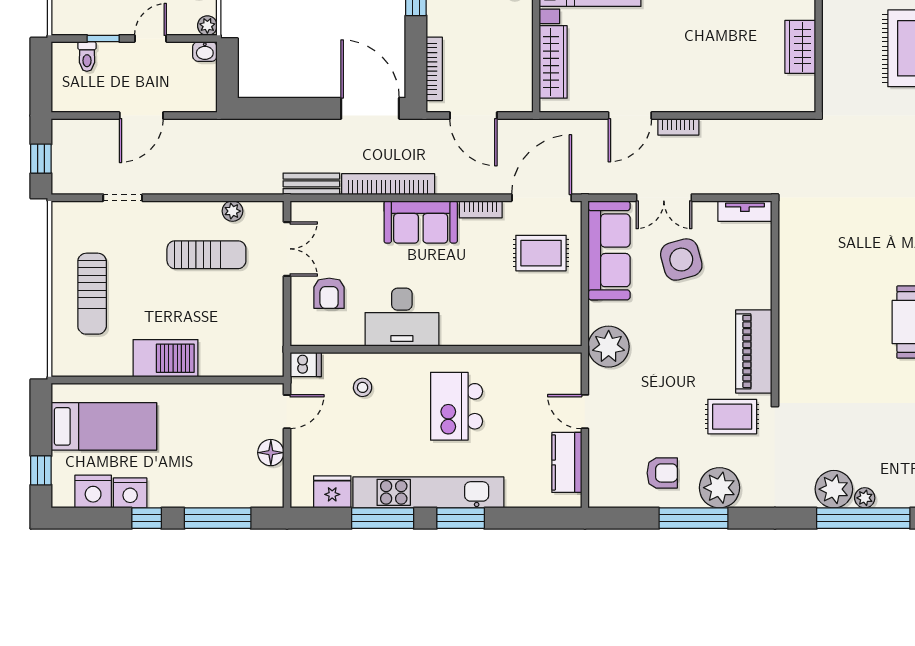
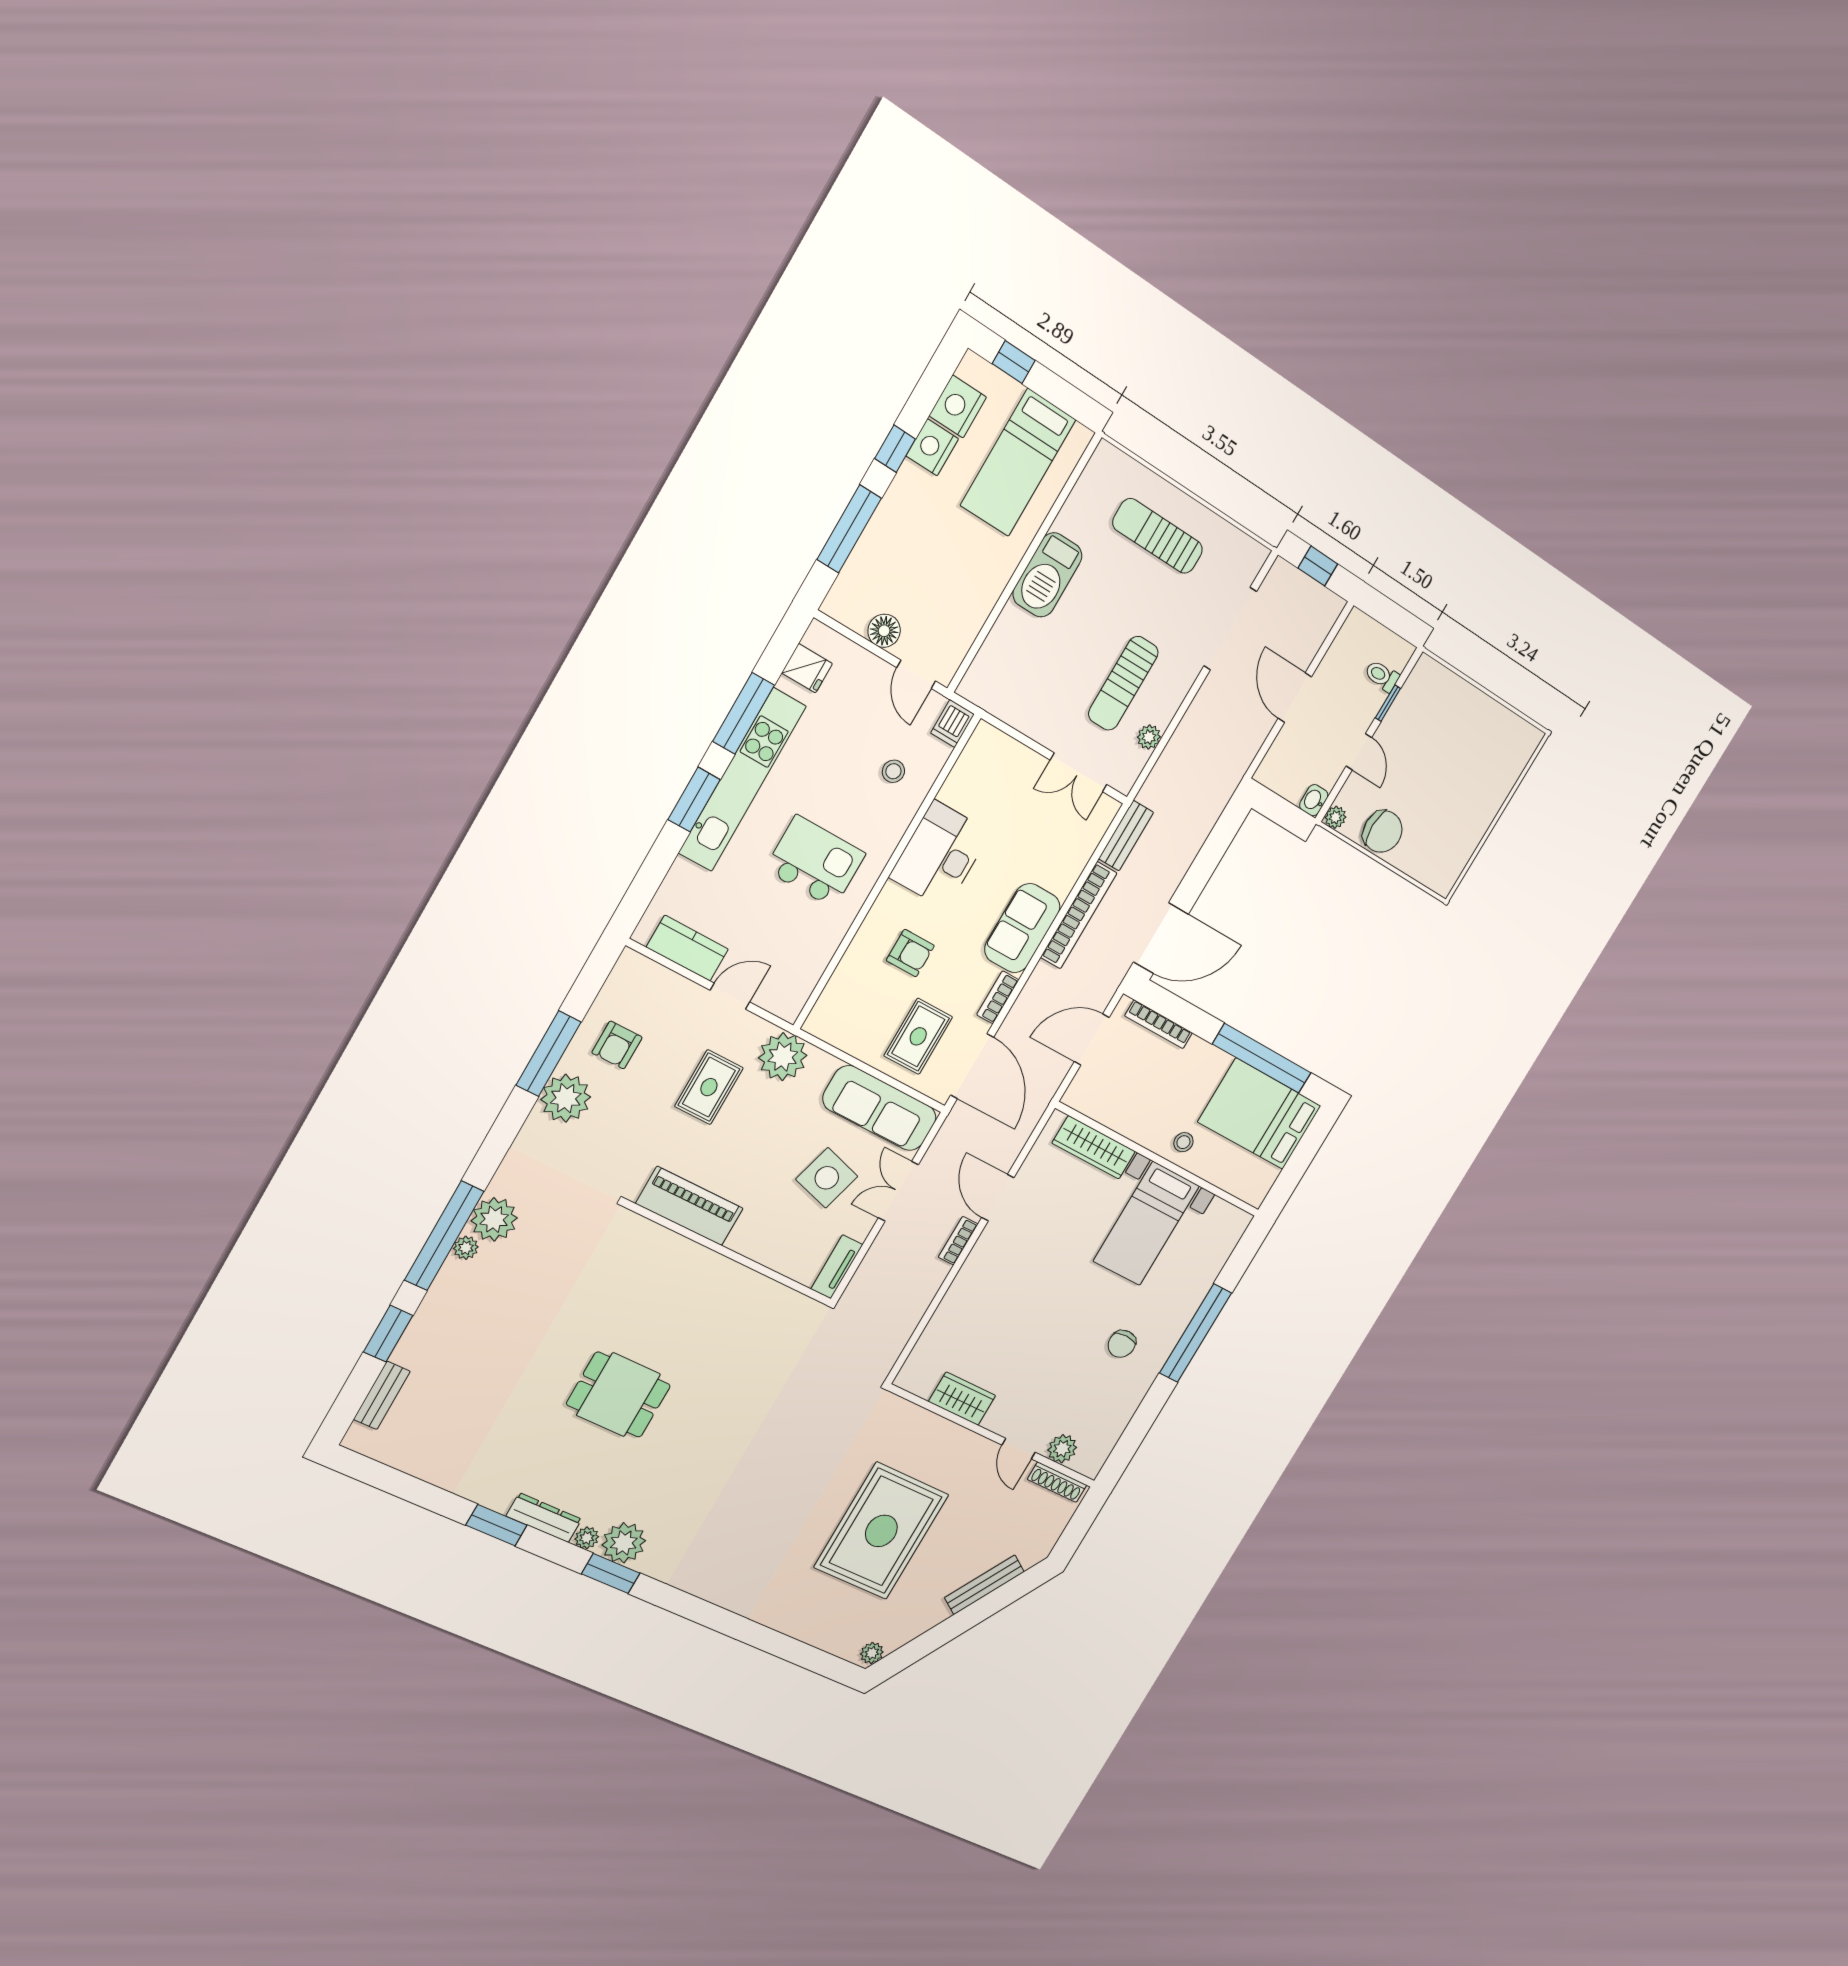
doorway: (123, 198) -> (1230, 629), width x1.88
side table: (681, 260) -> (827, 1178), turned 31
armchair: (329, 293) -> (910, 953), moved, turned 180
rug: (732, 417) -> (709, 1087), moved
fridge: (332, 492) -> (807, 668), width x0.72

